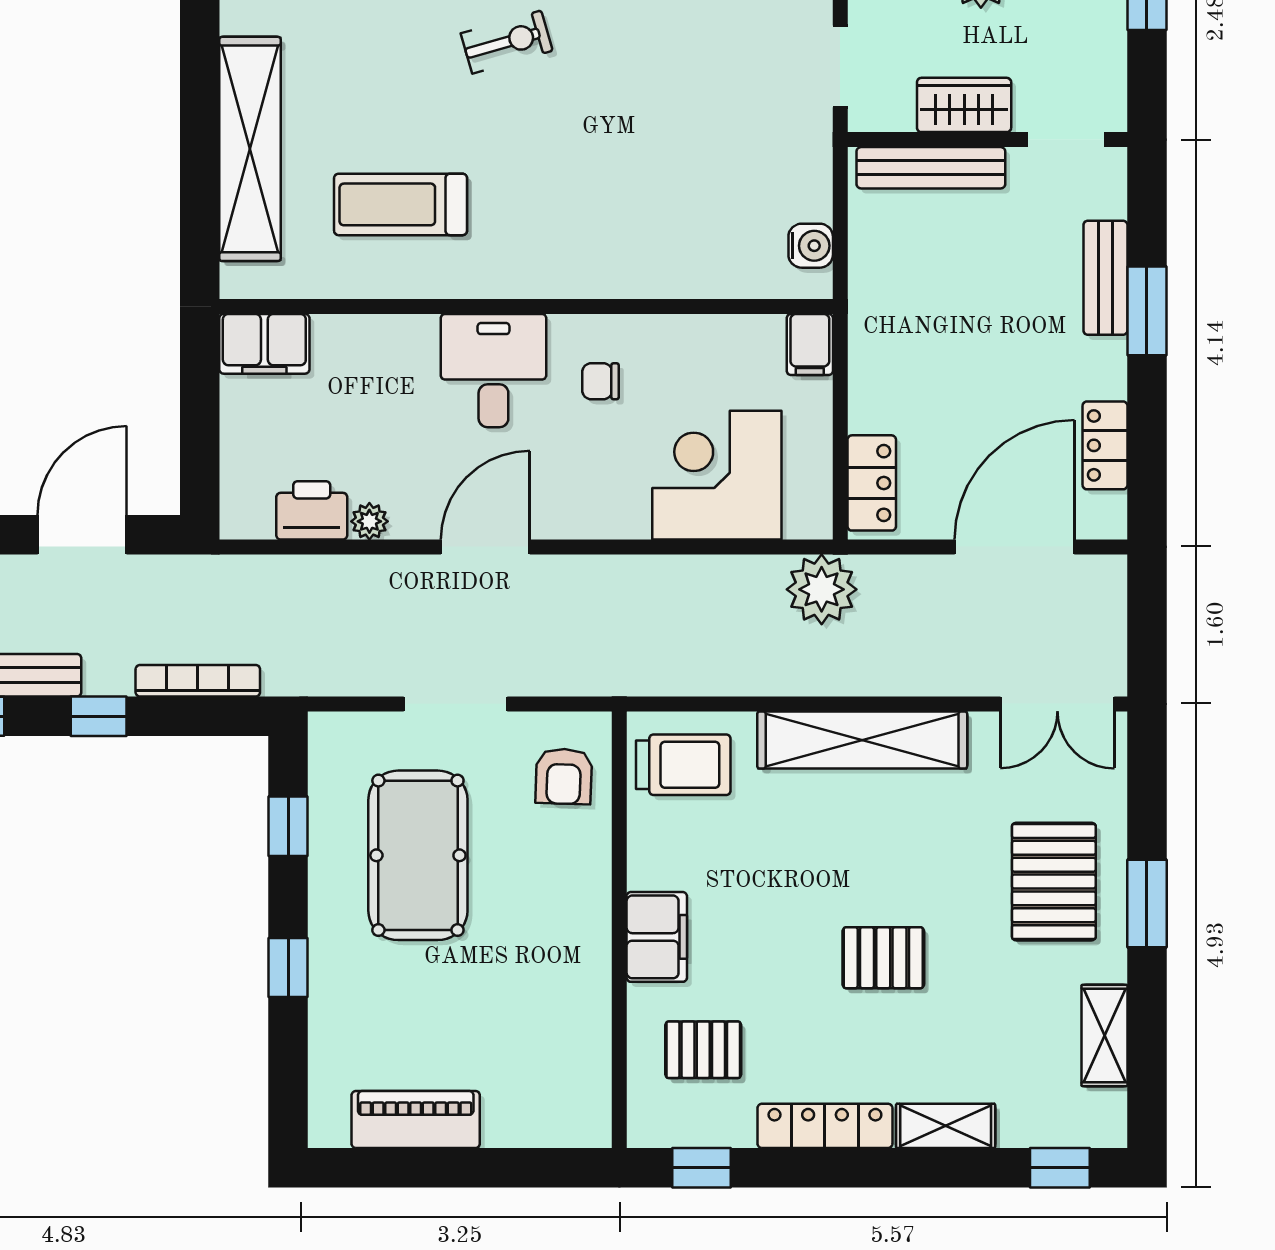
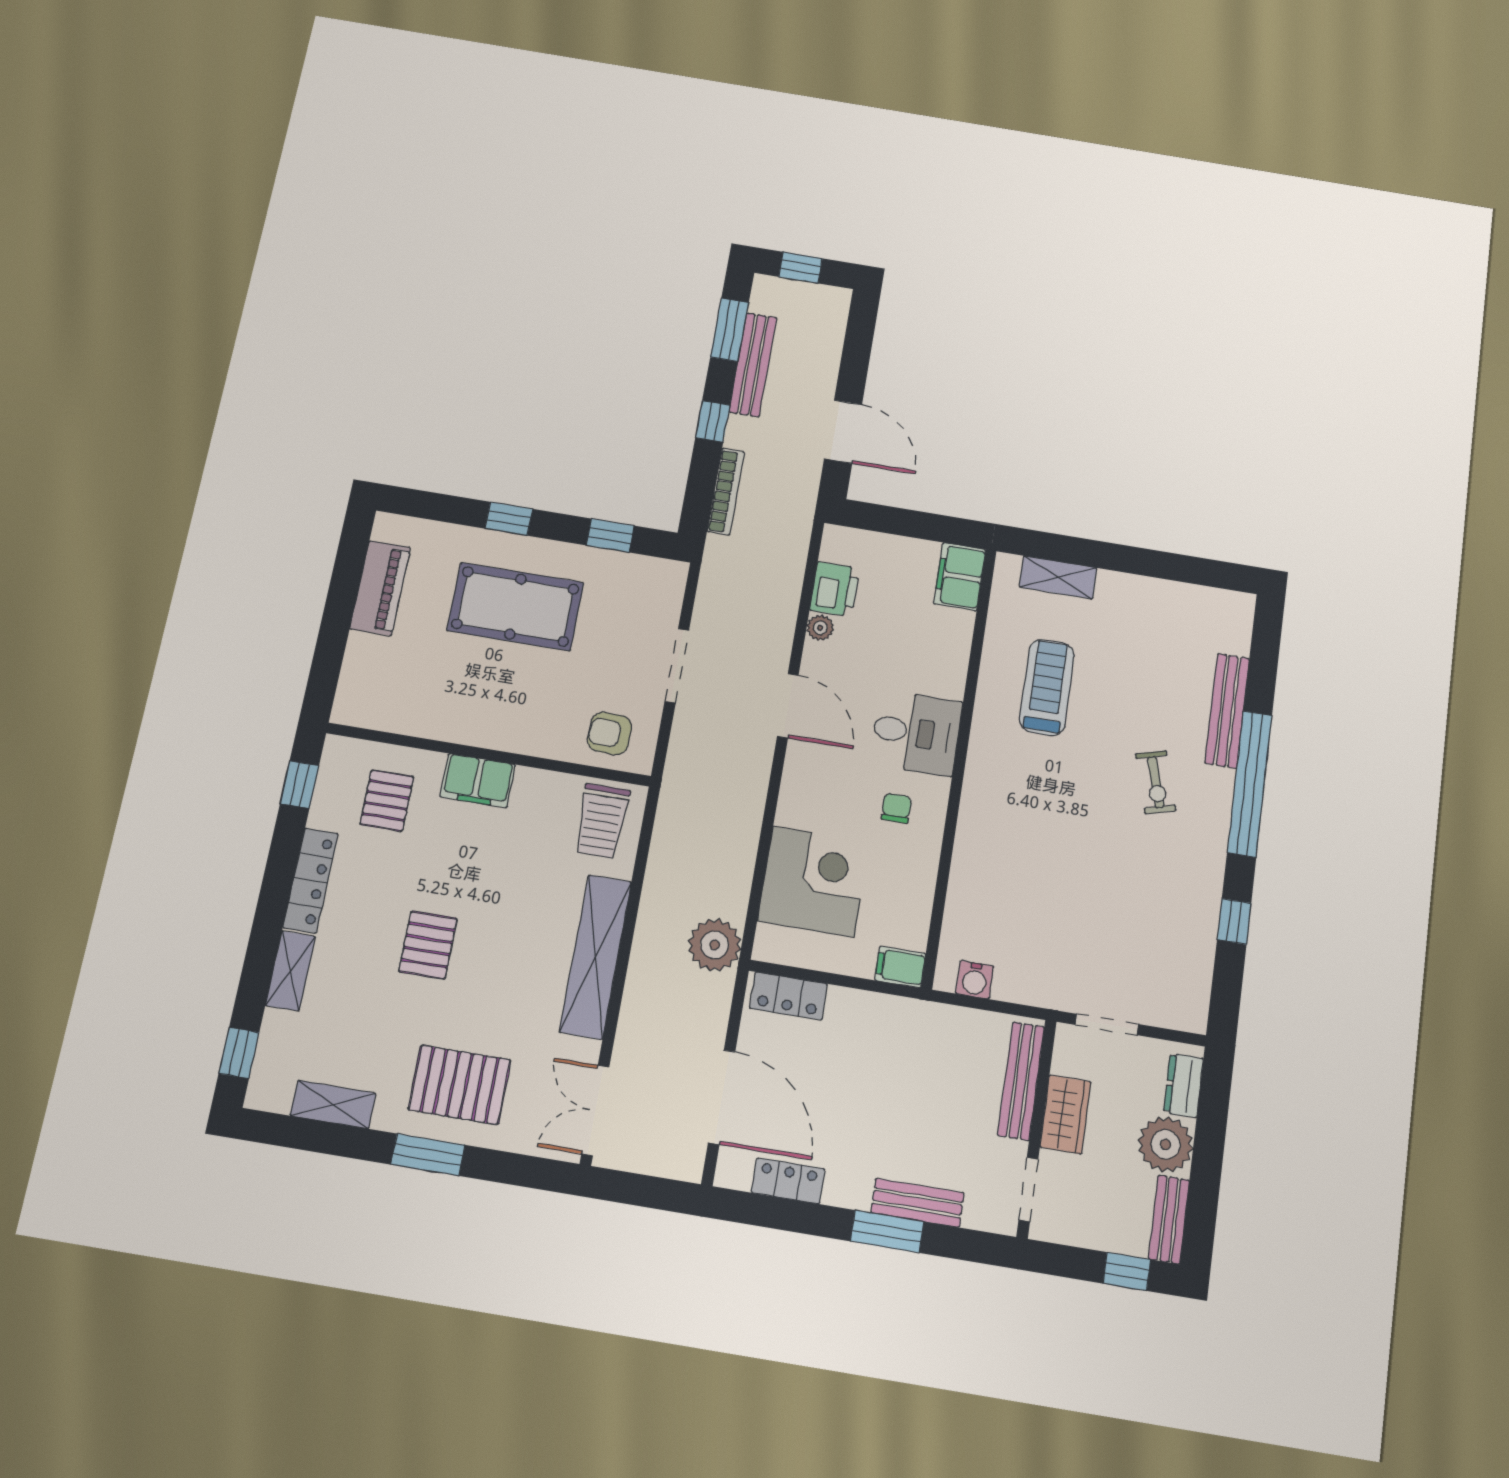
shelving: (250, 149) -> (1058, 577), width x0.45, depth x0.75
pool table: (418, 855) -> (515, 607), moved

